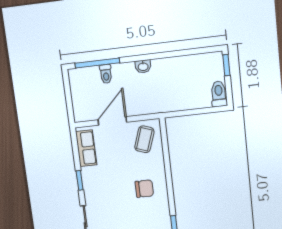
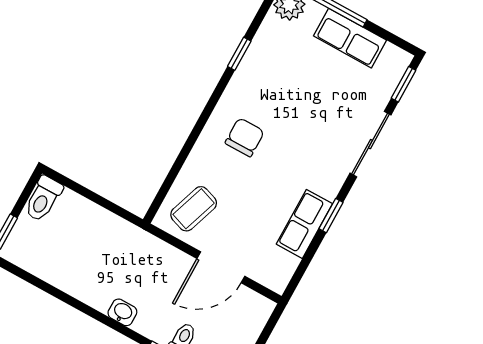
row of seats: (86, 148) -> (304, 224), moved
chair: (144, 189) -> (245, 137), turned 90

